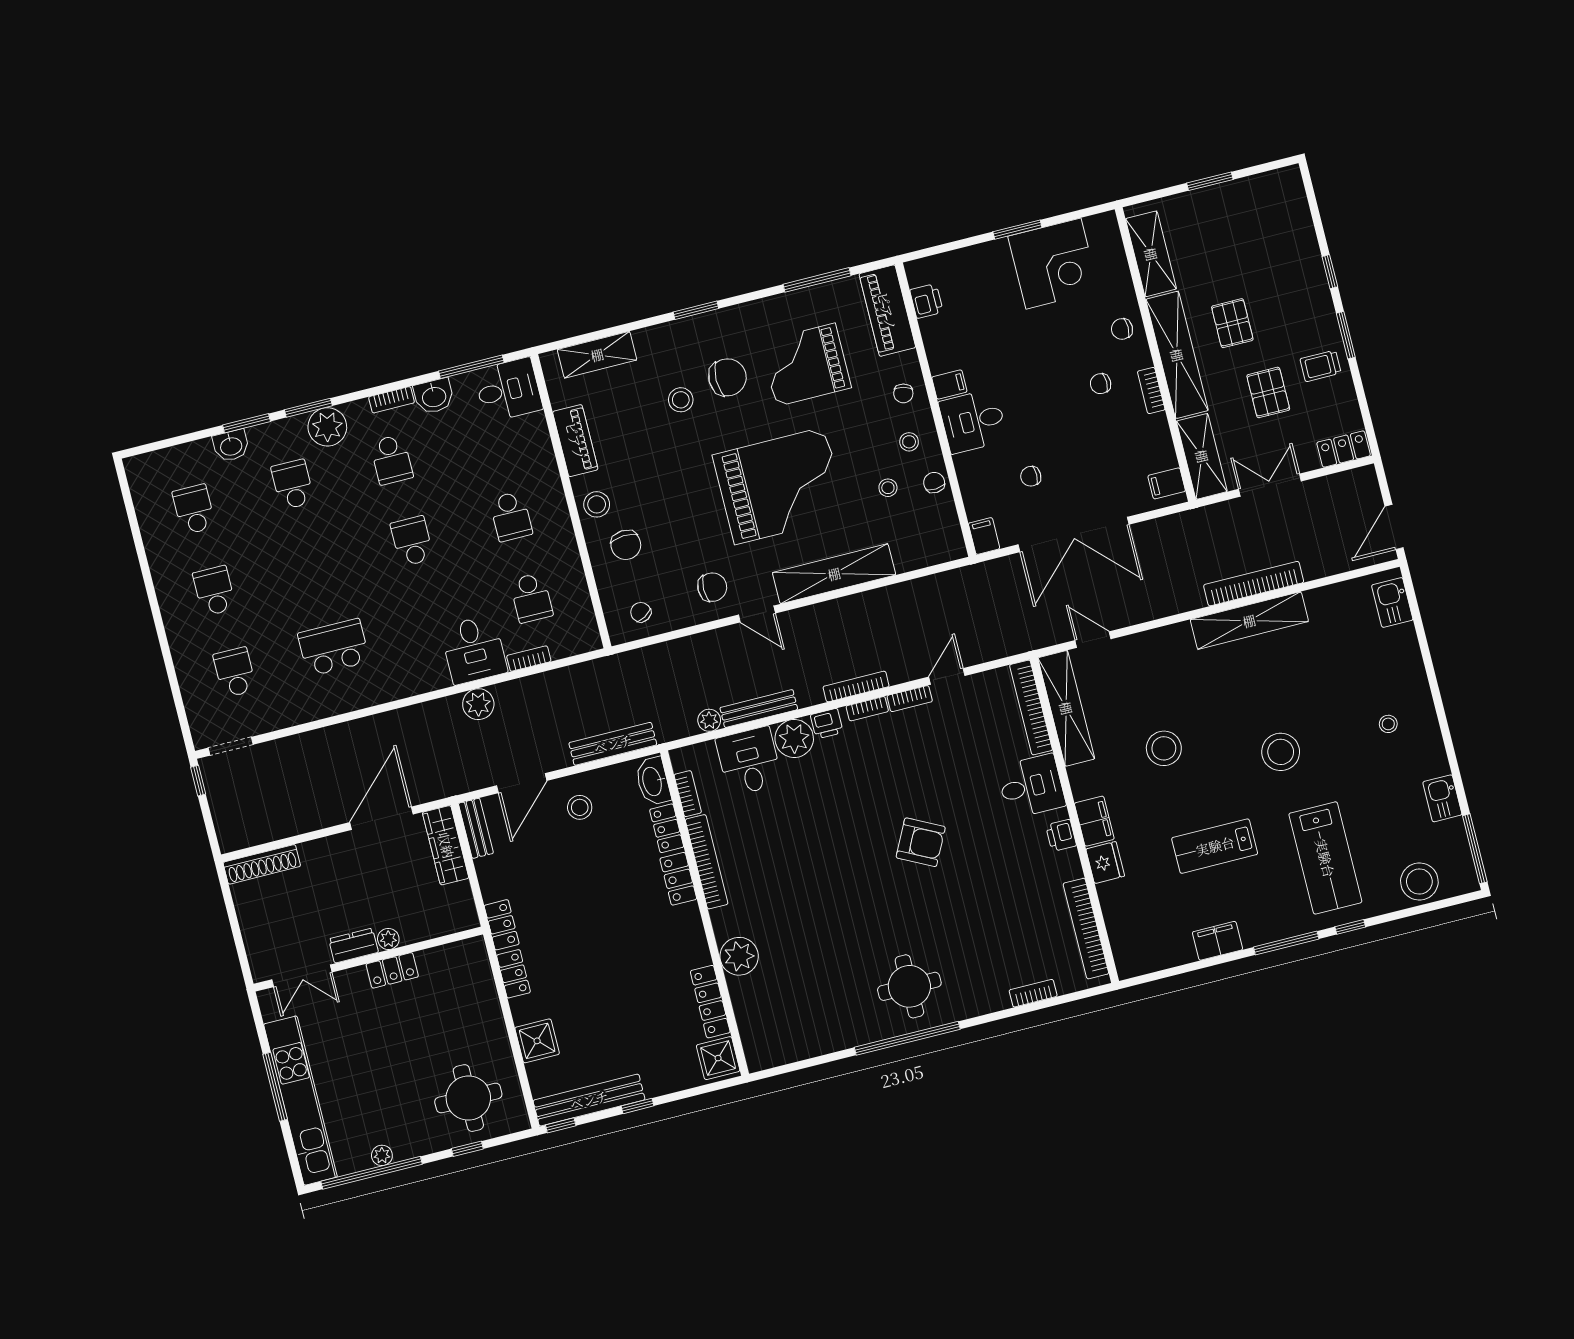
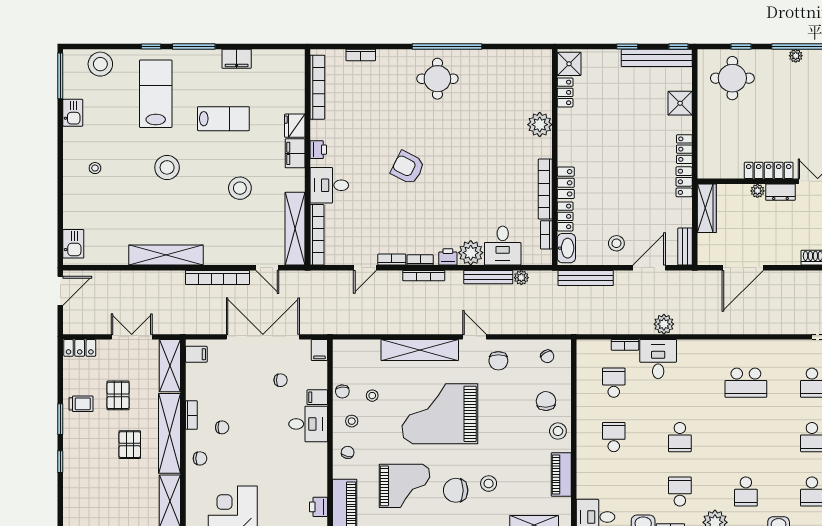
filing cabinet: (949, 385) -> (317, 397), moved
double door: (1270, 485) -> (132, 337), swing flipped
bookcase: (1254, 584) -> (217, 278), moved
chair: (712, 587) -> (498, 361), turned -90
wardrobe: (446, 845) -> (707, 208), moved
locker: (392, 970) -> (769, 170), width x1.53
locker: (710, 1002) -> (565, 92), width x0.66

